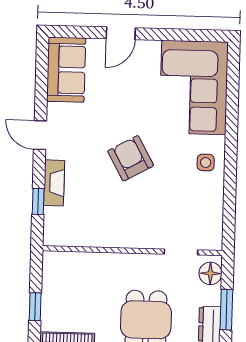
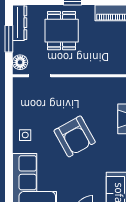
armchair: (131, 158) -> (75, 136), width x1.36, depth x1.36

